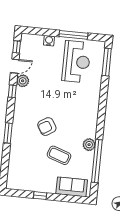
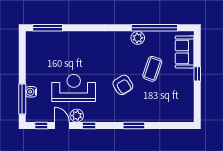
window: (73, 35) -> (22, 99), moved
reception desk: (76, 62) -> (74, 88), moved
window: (40, 196) -> (197, 74), moved

